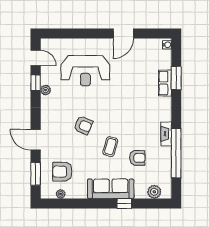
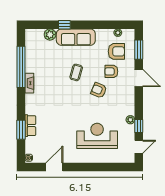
door: (123, 34) -> (54, 167), moved
door: (36, 58) -> (139, 147), swing flipped
armchair: (137, 158) -> (111, 71), moved
plant: (154, 192) -> (50, 35), moved

